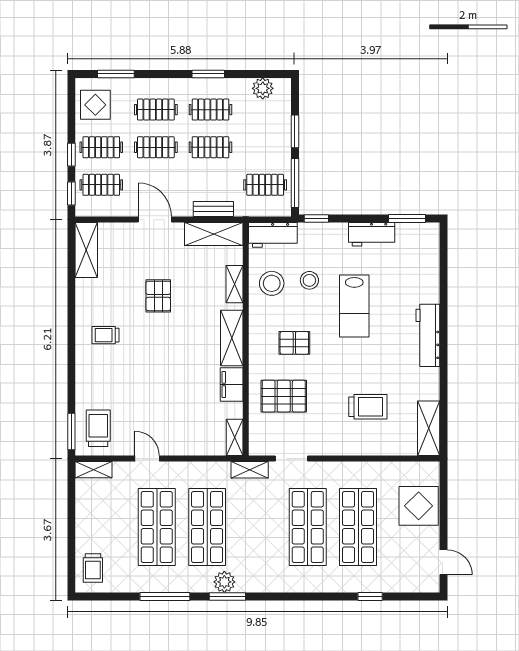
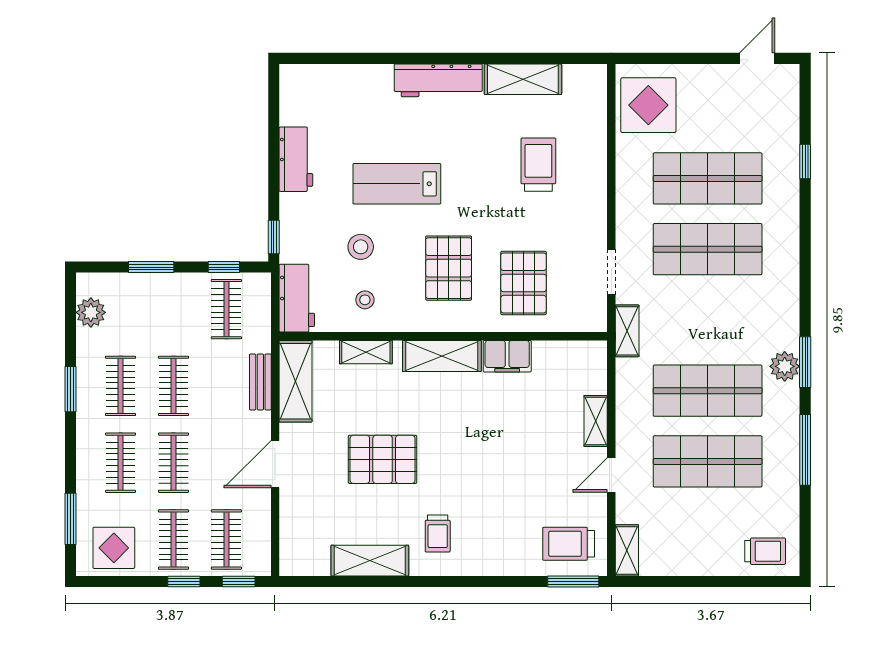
window: (295, 183) -> (224, 267), width x0.46
window: (407, 219) -> (274, 110), removed
shelving: (86, 250) -> (370, 561), moved
stool: (272, 283) -> (365, 300), width x0.53, depth x0.53
pallet: (158, 296) -> (383, 459), width x1.50, depth x1.42
lab bench: (354, 306) -> (397, 184), turned 180
pallet: (294, 343) -> (449, 268), width x1.50, depth x1.42
shelving: (429, 428) -> (523, 79), moved
shelving: (235, 437) -> (596, 421), moved, turned 90
display table: (419, 506) -> (648, 105), moved

